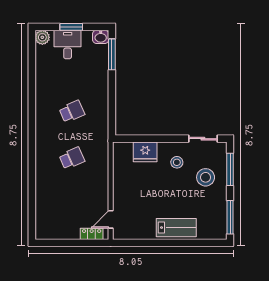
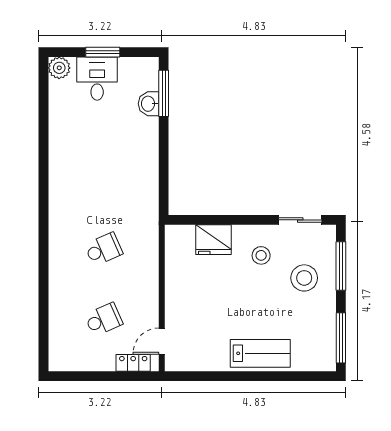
washbasin: (101, 37) -> (149, 104), moved, turned 90
school desk: (72, 111) -> (104, 319), moved

